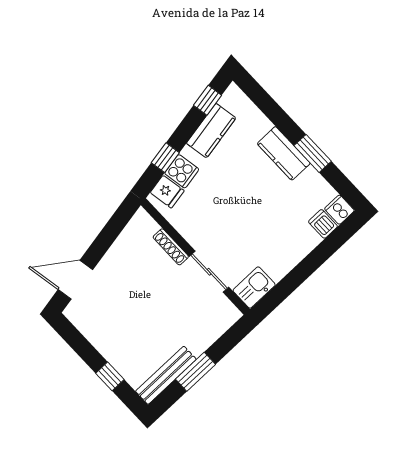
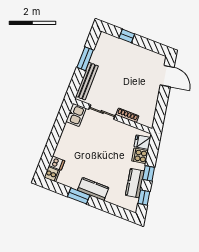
window: (165, 158) -> (149, 173), moved
door: (75, 280) -> (167, 76), hinge flipped
bench: (166, 375) -> (87, 81), moved

